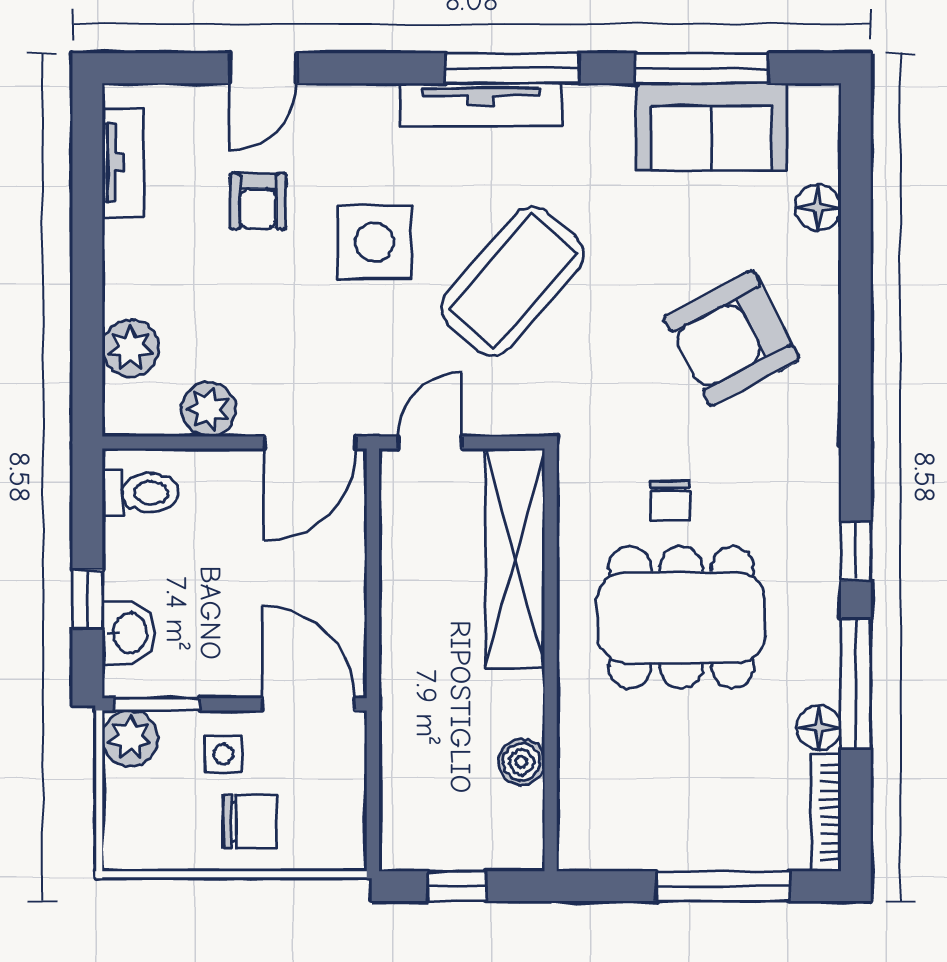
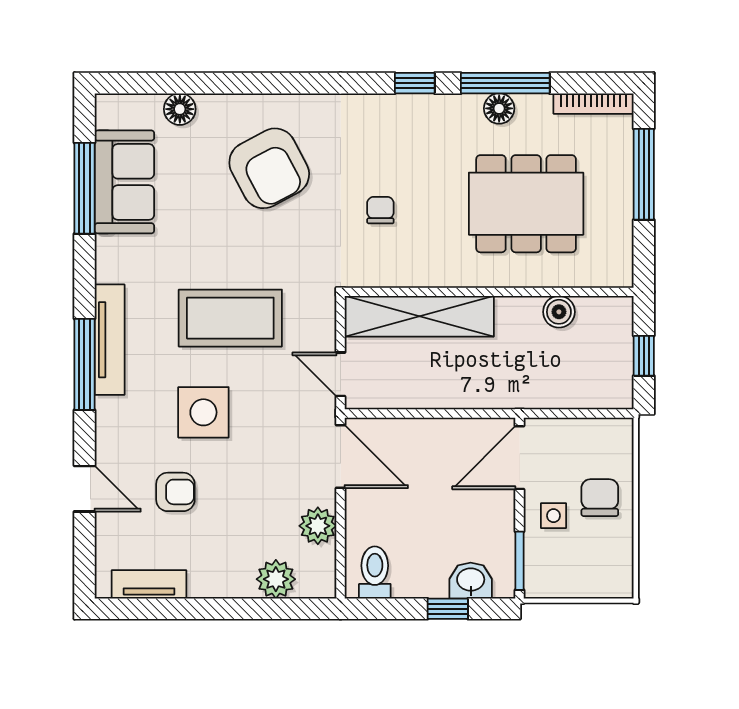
window: (512, 68) -> (84, 364), moved
coffee table: (512, 281) -> (230, 318), turned -41
chair: (670, 501) -> (380, 210), turned -90
dining table: (681, 617) -> (526, 204), moved, turned 90
floor lamp: (819, 728) -> (499, 108), moved
plant: (130, 738) -> (543, 579), removed

